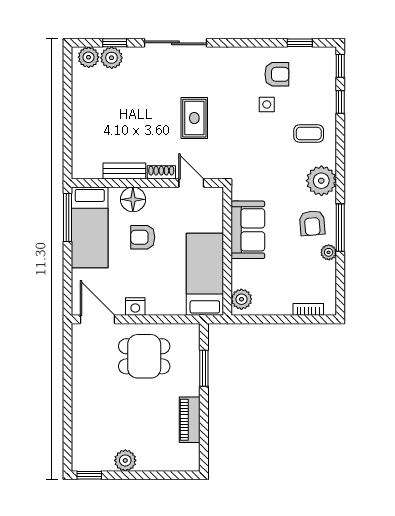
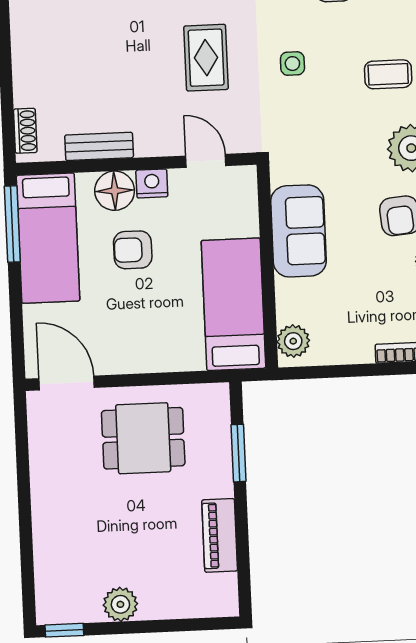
side table: (267, 104) -> (292, 64), moved
shoe rack: (161, 172) -> (25, 131), moved, turned 90
nightstand: (135, 307) -> (152, 183), moved, turned 180

